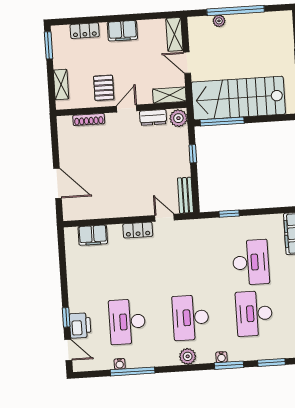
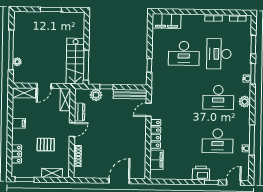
filing cabinet: (122, 31) -> (19, 123), width x0.50
pallet: (104, 88) -> (46, 145), moved
stairs: (238, 98) -> (75, 61), width x0.73, depth x0.66
door: (127, 109) -> (72, 130), swing flipped
plant: (178, 118) -> (96, 95), moved
bench: (185, 195) -> (130, 94), width x1.36
locker: (138, 230) -> (155, 134), width x1.53
desk: (251, 262) -> (184, 53), turned 180
desk: (254, 313) -> (219, 54), turned 90
printer: (80, 325) -> (201, 173), moved

